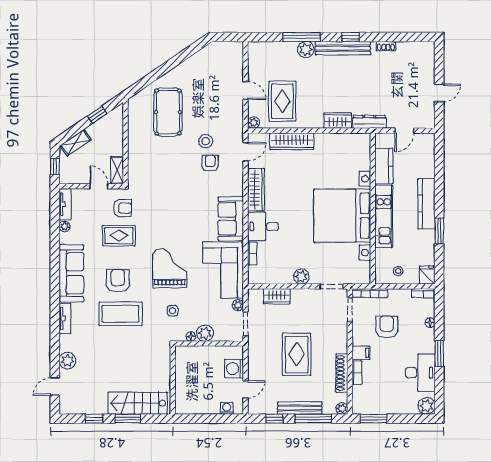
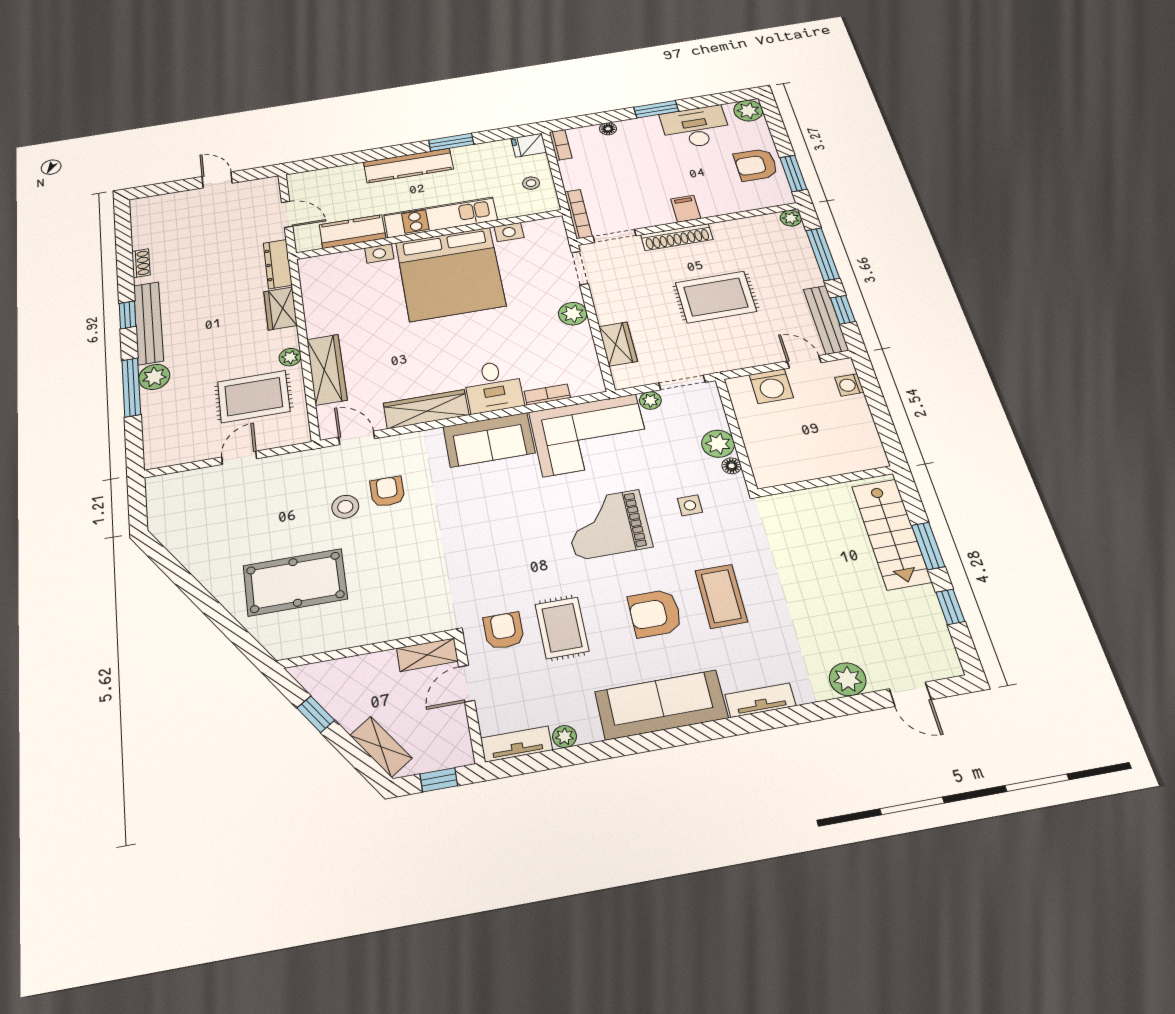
plant: (254, 123) -> (290, 357), moved
armchair: (210, 163) -> (387, 492), turned 90
coffee table: (120, 314) -> (721, 596), width x0.73, depth x0.76
armchair: (387, 327) -> (756, 165), moved
shoe rack: (342, 373) -> (677, 237), moved
bookcase: (357, 373) -> (722, 208), removed
bench: (300, 408) -> (826, 320), moved

